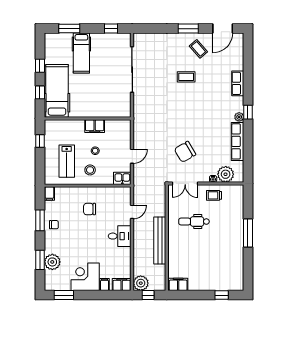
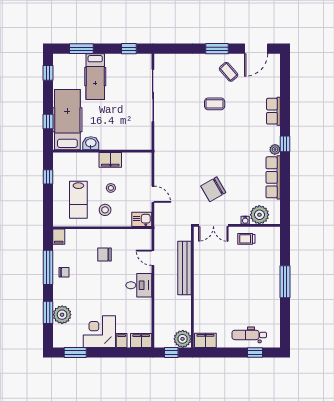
window: (40, 66) -> (48, 73), moved
washbasin: (78, 111) -> (91, 143), added
door: (132, 156) -> (153, 194), hinge flipped
door: (132, 212) -> (153, 258), swing flipped
window: (40, 220) -> (48, 267), width x1.44
dental chair: (194, 222) -> (249, 335), moved
bench: (160, 240) -> (185, 268), moved
plant: (141, 283) -> (183, 339), moved

